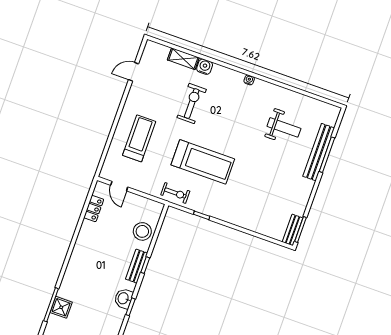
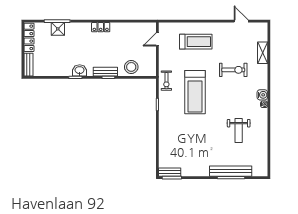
water cooler: (205, 67) -> (262, 95), moved
weight bench: (284, 127) -> (239, 131), moved
locker: (94, 209) -> (101, 27), moved

